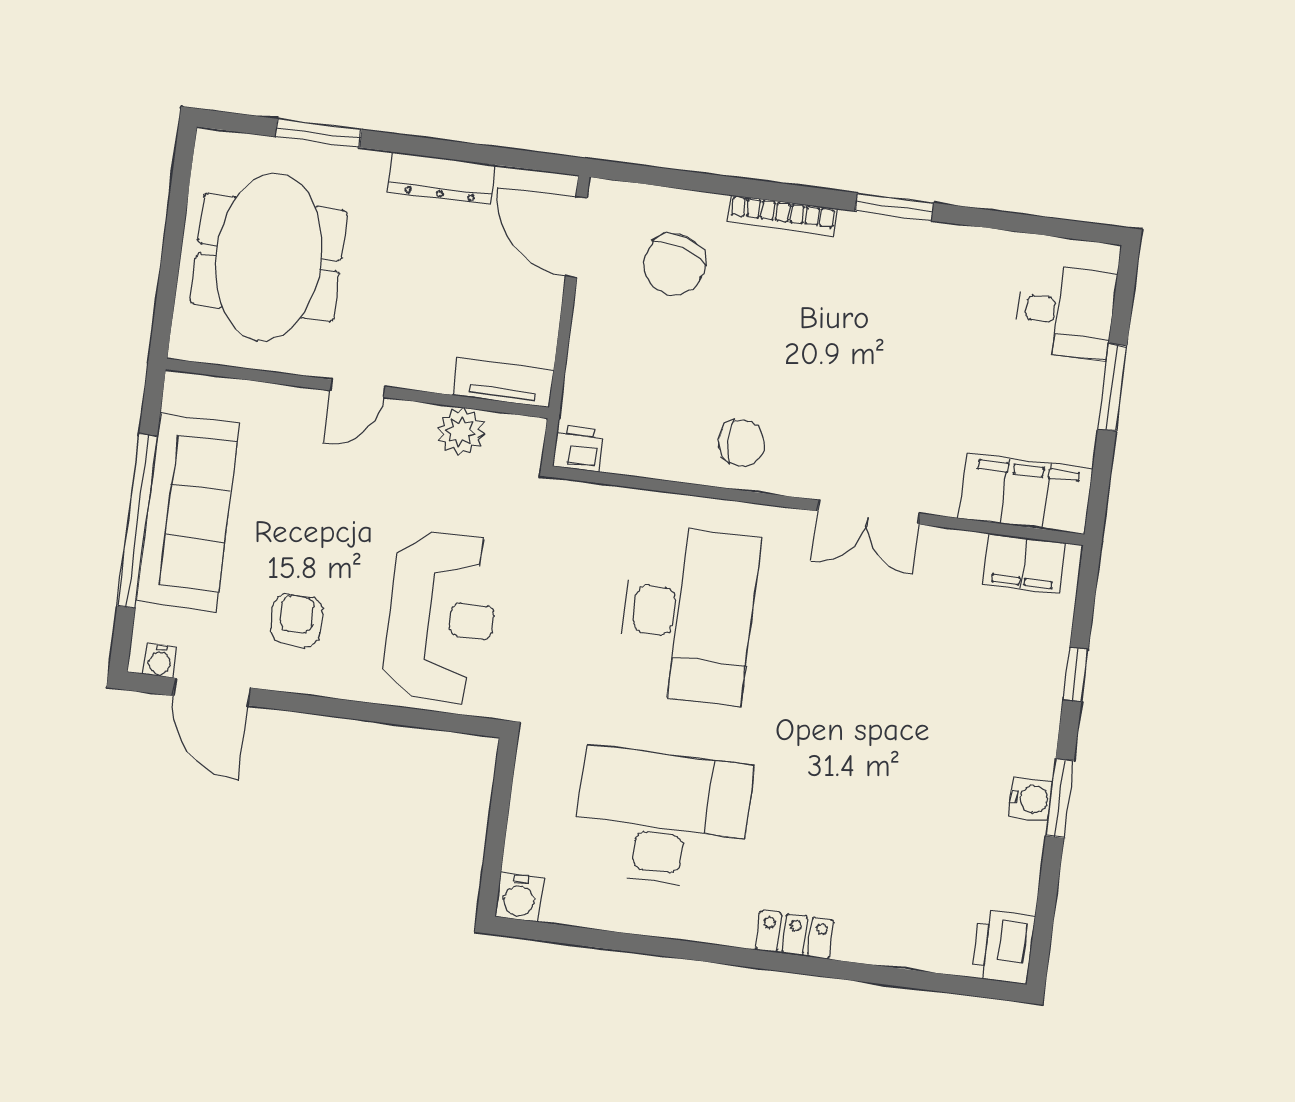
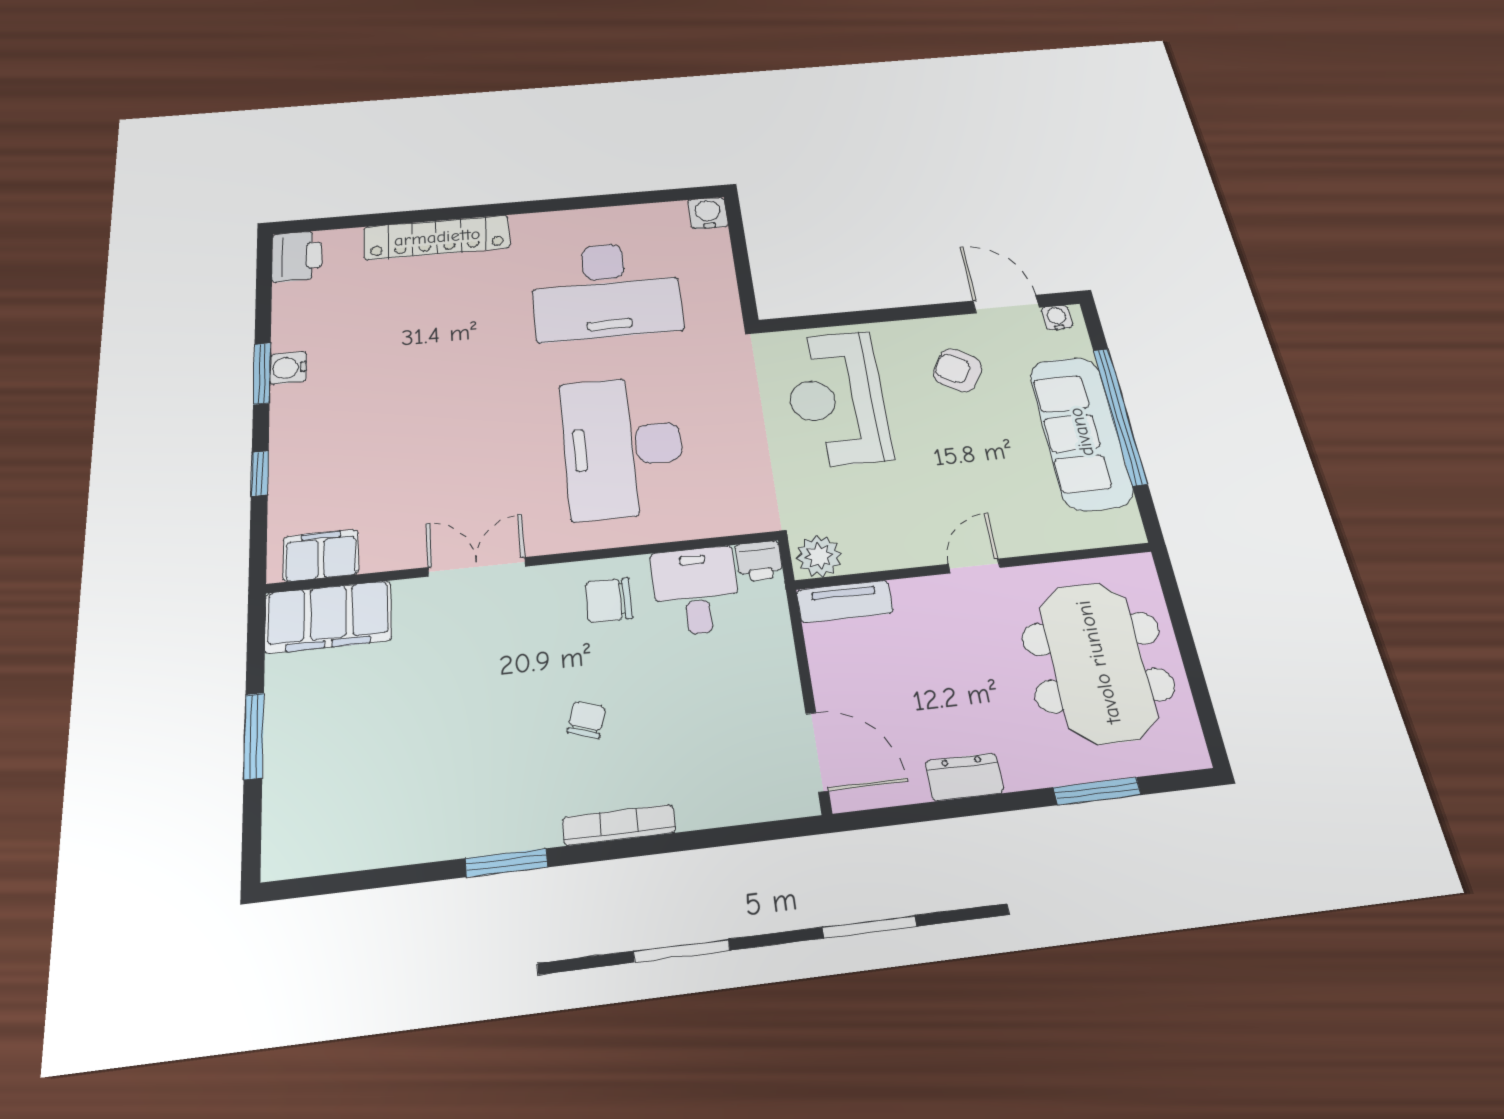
dresser: (442, 178) -> (964, 777), width x0.70
chair: (674, 265) -> (586, 720), moved, width x0.54, depth x0.54
desk: (1066, 312) -> (696, 591), moved, turned 90
plant: (461, 431) -> (819, 556), moved
armchair: (297, 620) -> (957, 370), turned 121
locker: (795, 935) -> (437, 237), width x2.16, depth x1.21

